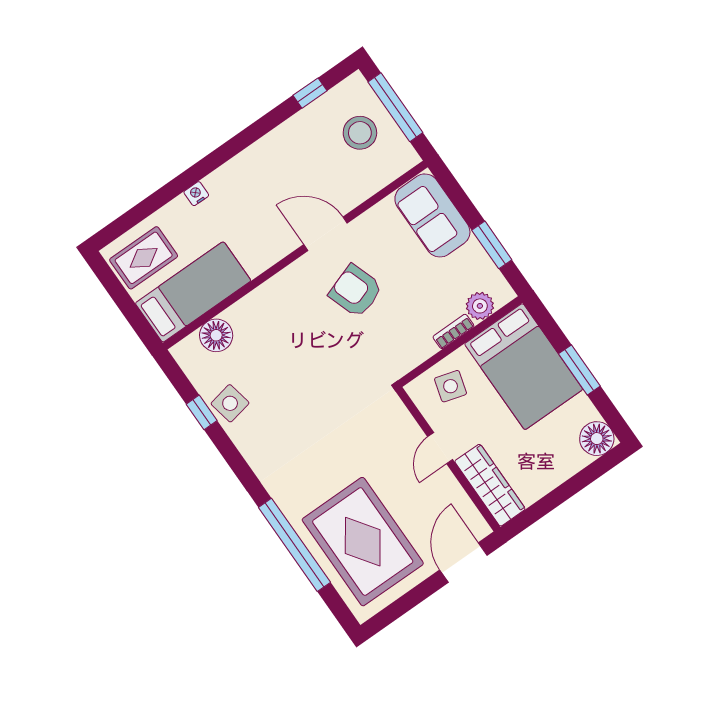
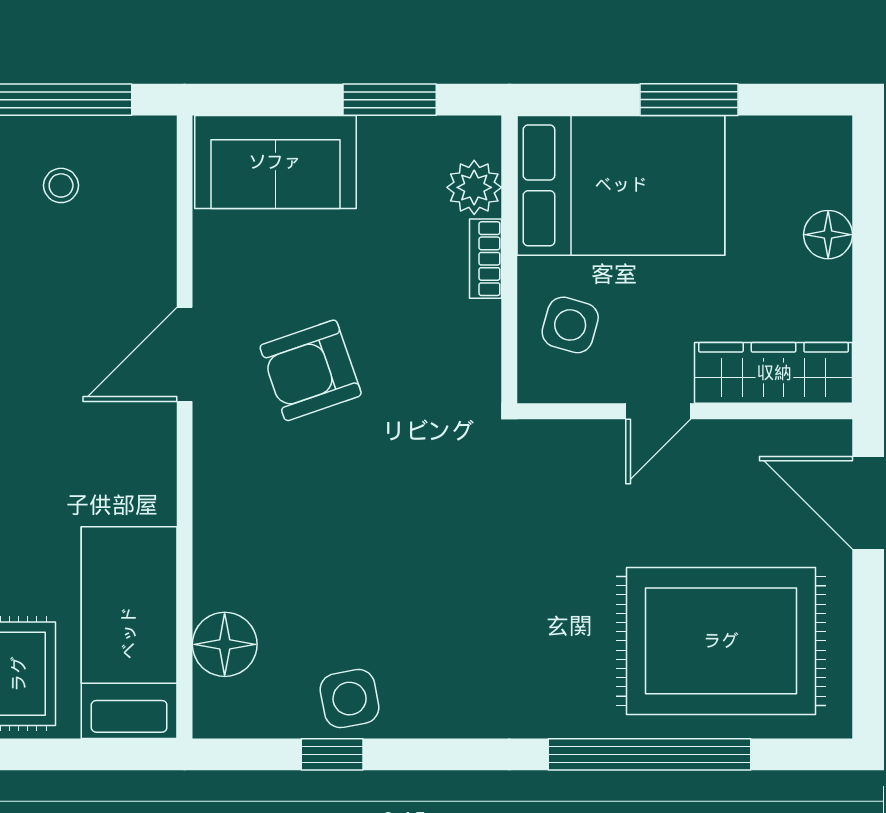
stool: (360, 133) -> (61, 185), width x0.53, depth x0.53
floor lamp: (597, 439) -> (828, 235), moved, width x0.73, depth x0.73
door: (440, 448) -> (658, 411), hinge flipped

